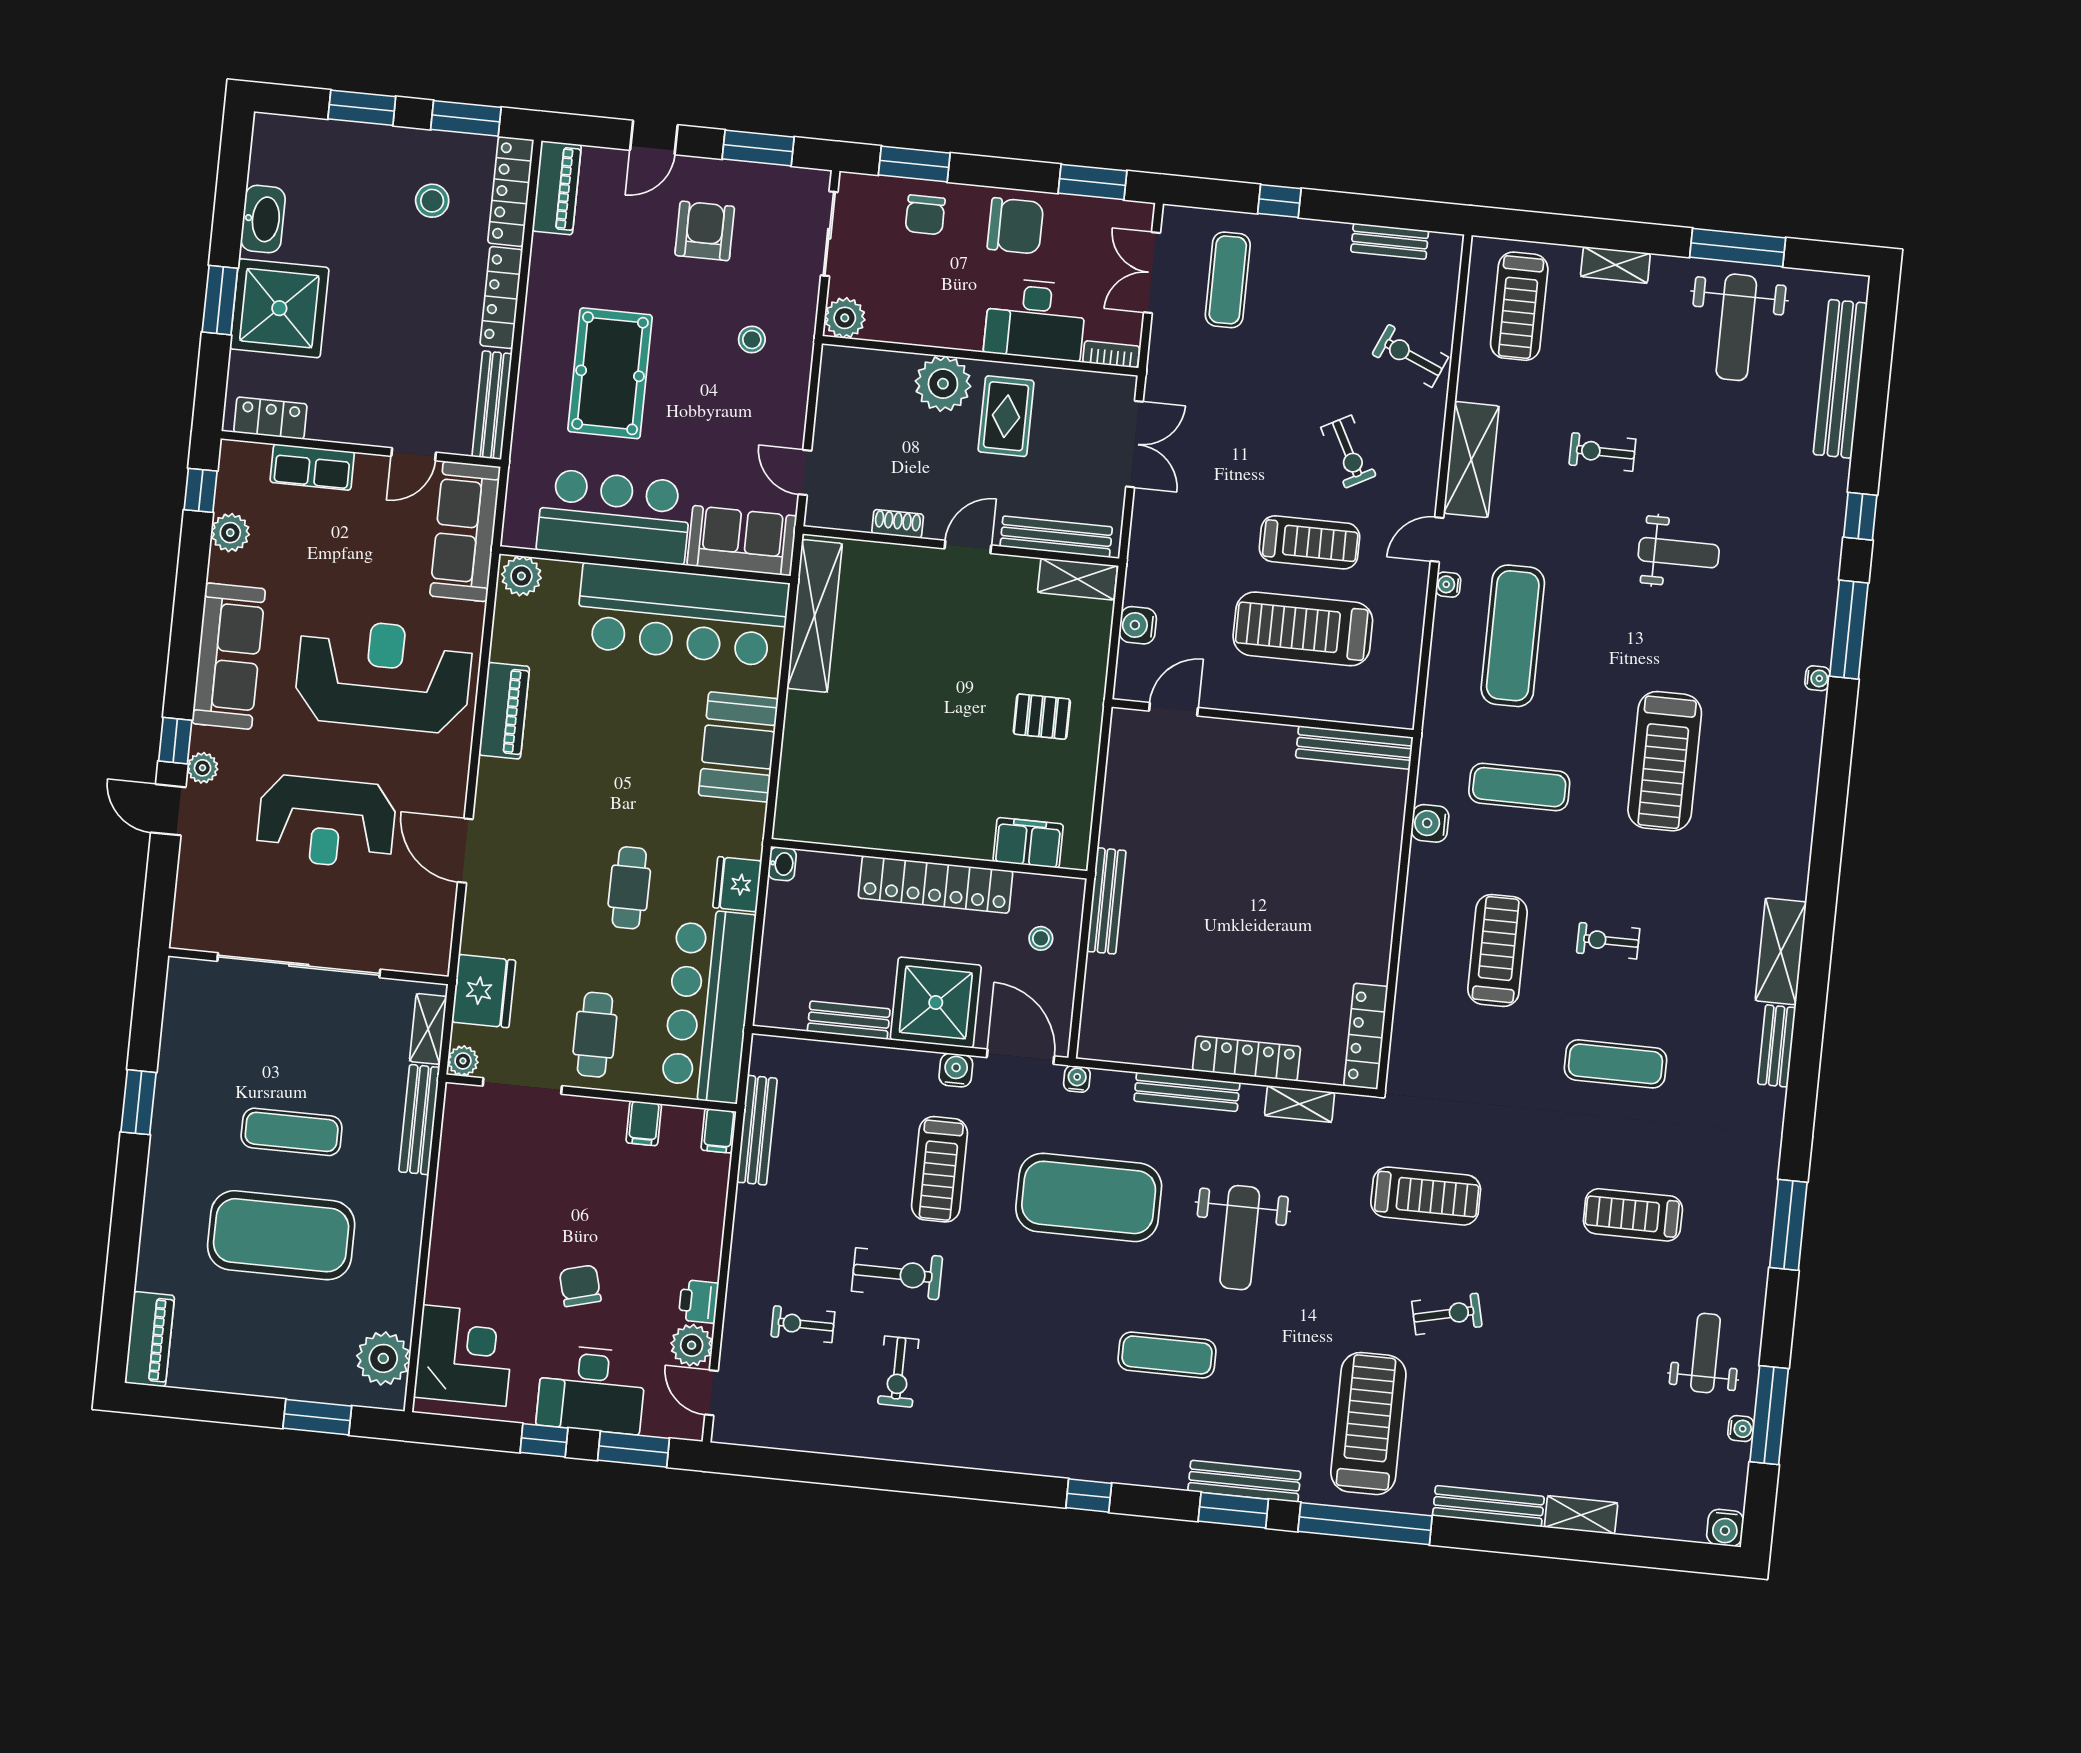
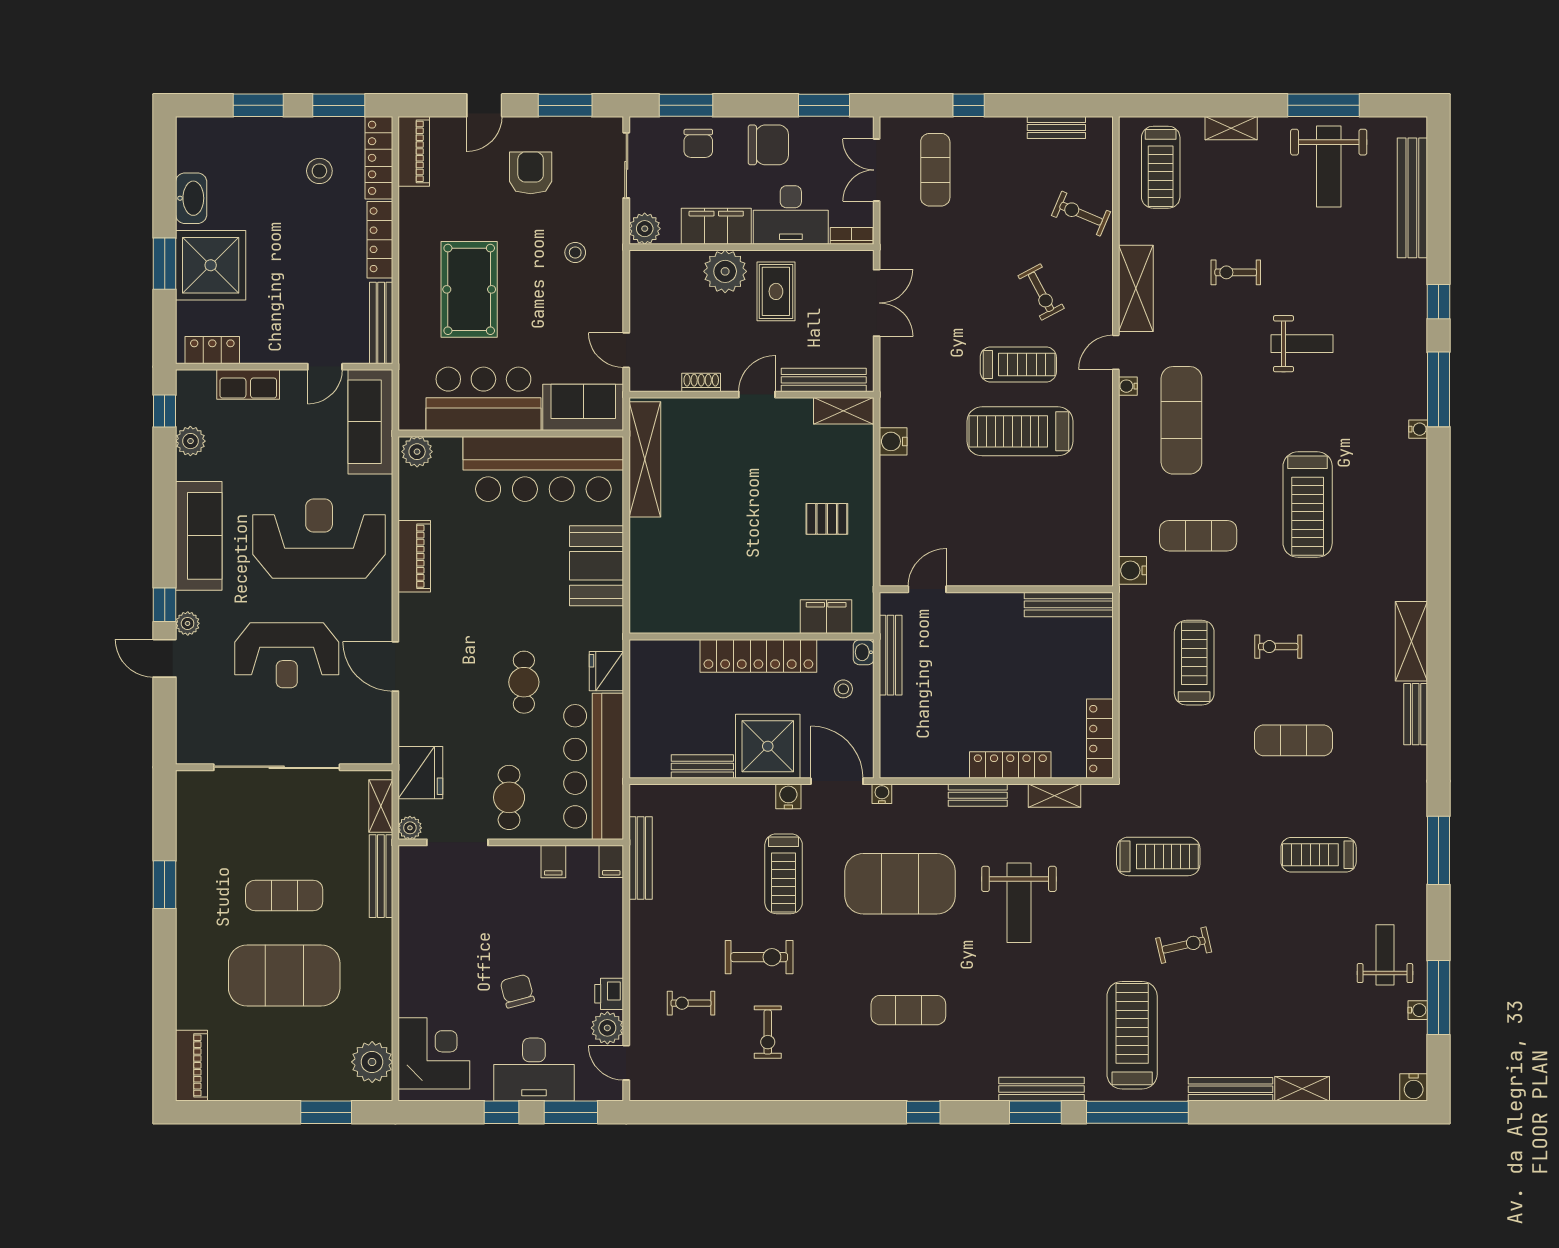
filing cabinet: (937, 324) -> (716, 226), added
door: (1174, 709) -> (927, 589), moved
wall: (1263, 718) -> (996, 589), moved
bench: (1354, 747) -> (1069, 604), moved
washbasin: (782, 864) -> (864, 652), moved, turned 180
bench: (1187, 1092) -> (978, 795), width x0.73
exercise mat: (1167, 1355) -> (908, 1010), moved

